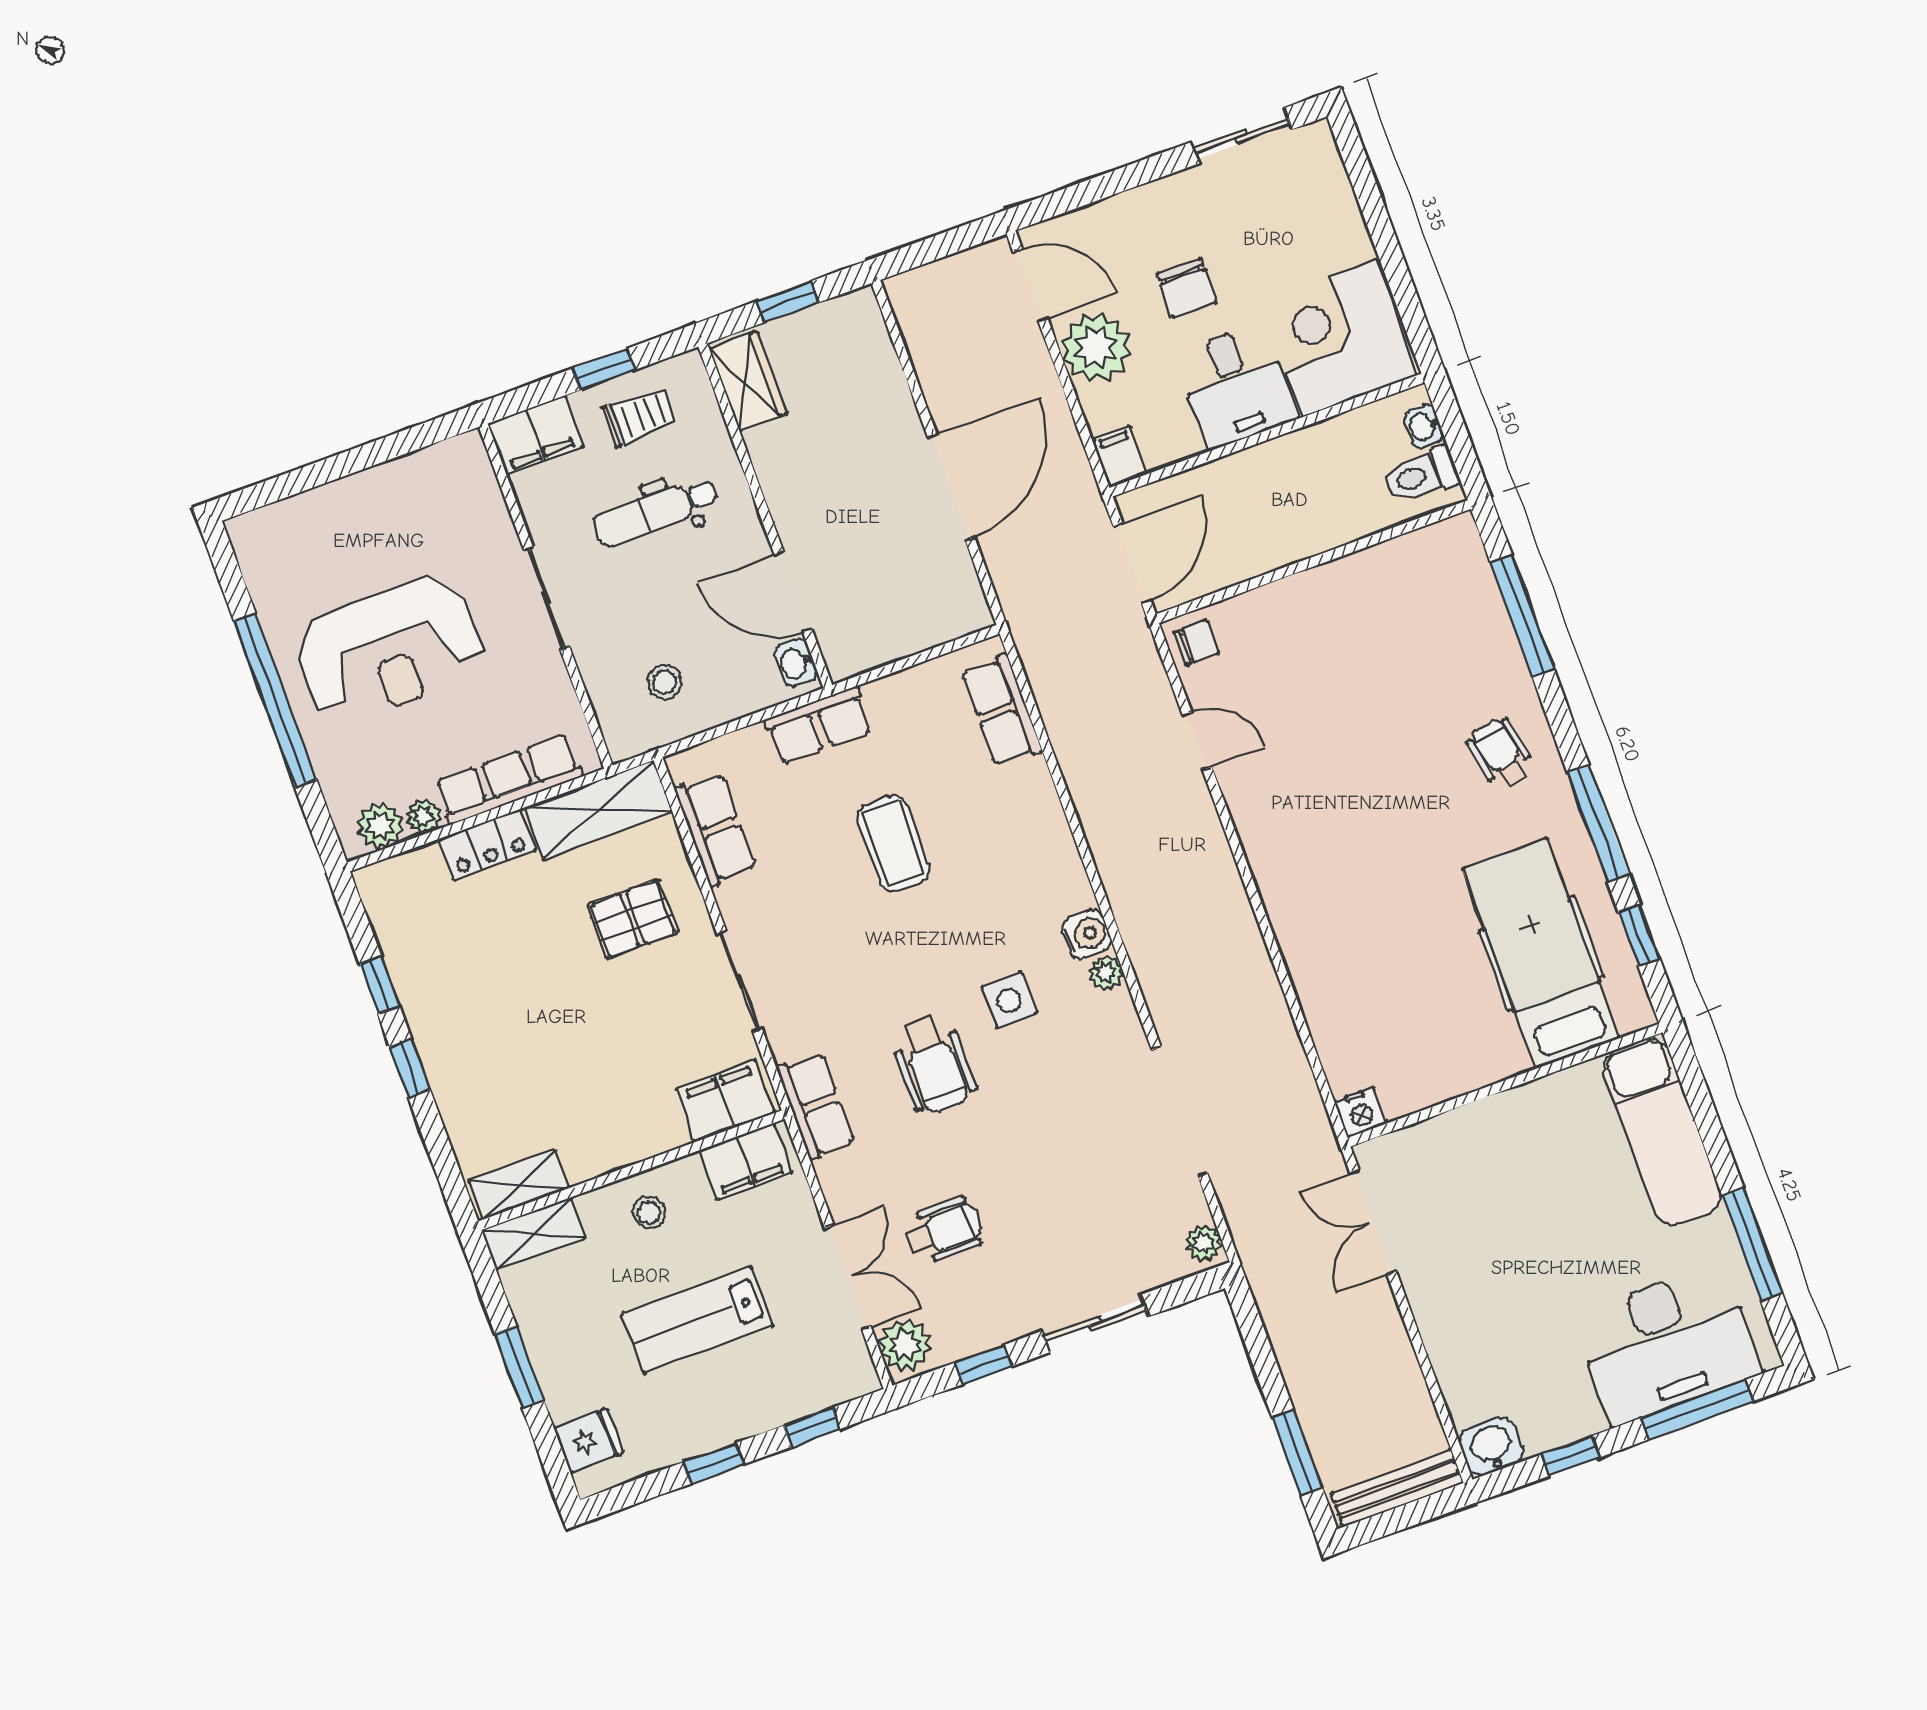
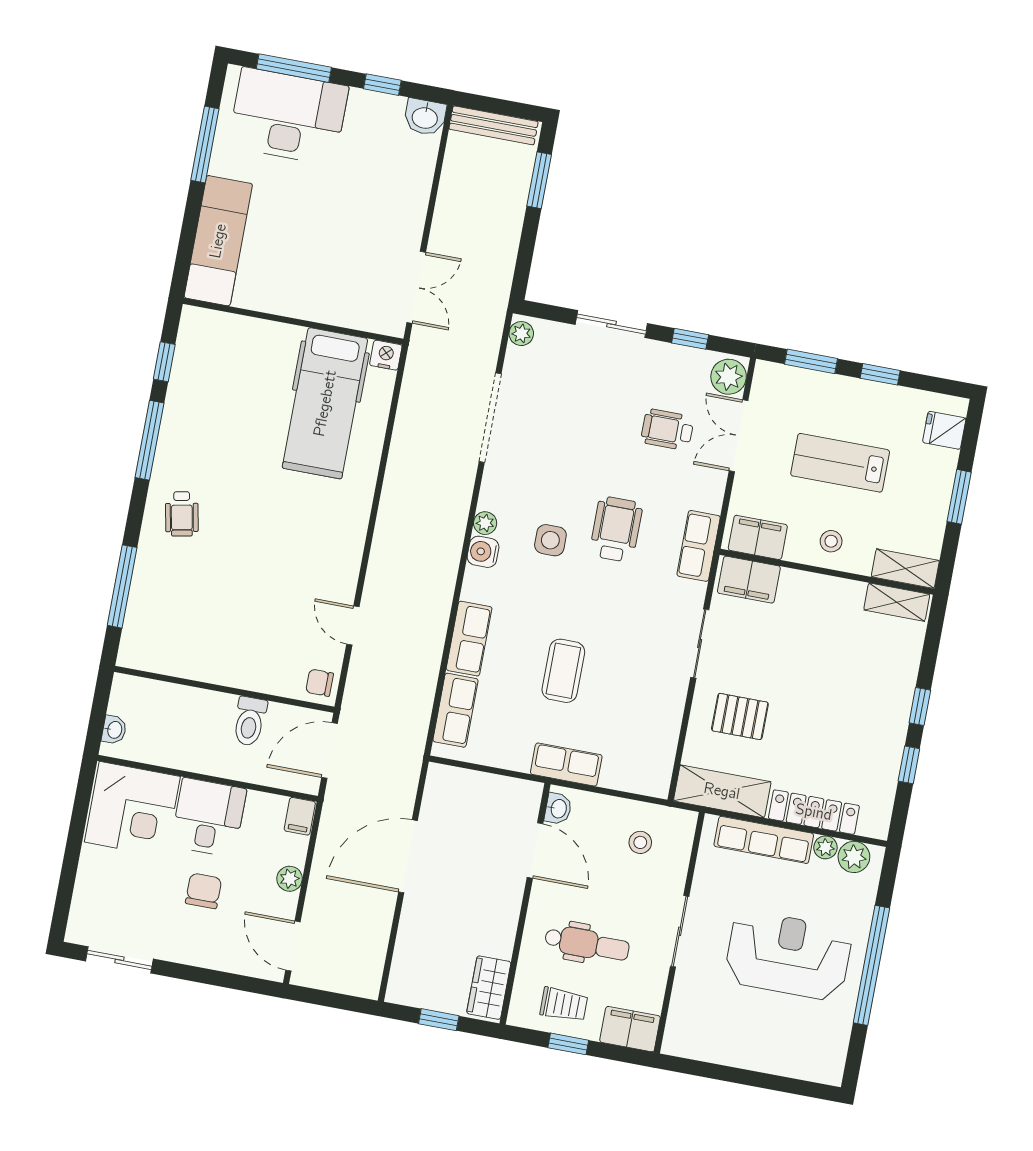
plant: (1096, 348) -> (290, 879), width x0.53, depth x0.53
trolley: (639, 416) -> (564, 1004), turned 180
toilet: (1421, 475) -> (250, 721), moved, turned 90
row of seats: (715, 829) -> (469, 639), moved, turned 180
locker: (487, 845) -> (814, 812), width x1.53
hospital bed: (1541, 953) -> (325, 403), moved
lab bench: (697, 1320) -> (840, 463), turned 180
window: (812, 1427) -> (811, 361), width x1.50

